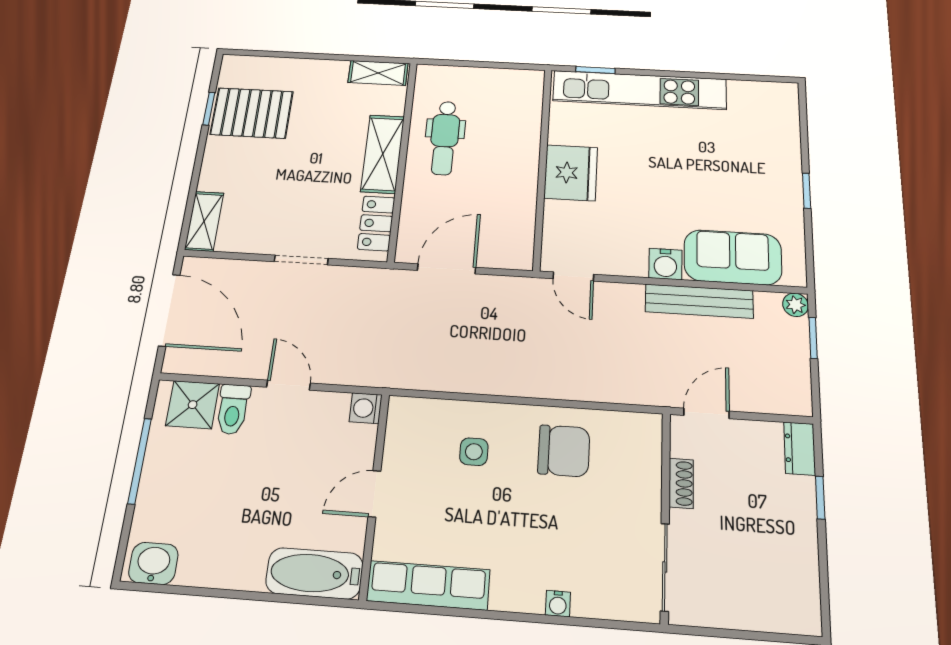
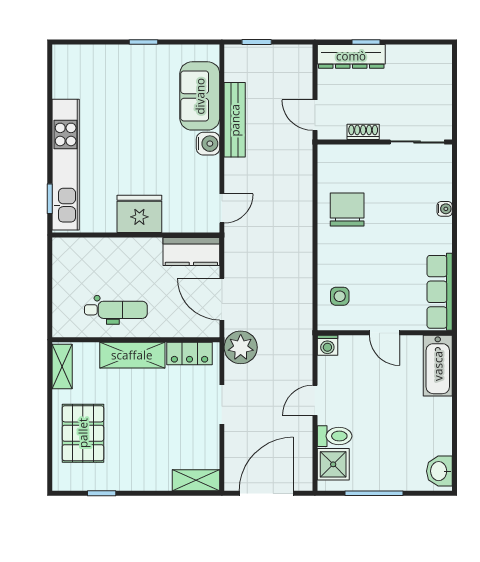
pallet: (252, 113) -> (83, 433), moved
kitchen counter: (516, 234) -> (191, 251), added
plant: (795, 305) -> (241, 347), moved, width x1.88, depth x1.88
dresser: (800, 449) -> (351, 56), width x1.96, depth x1.24
side table: (474, 452) -> (340, 296), moved

